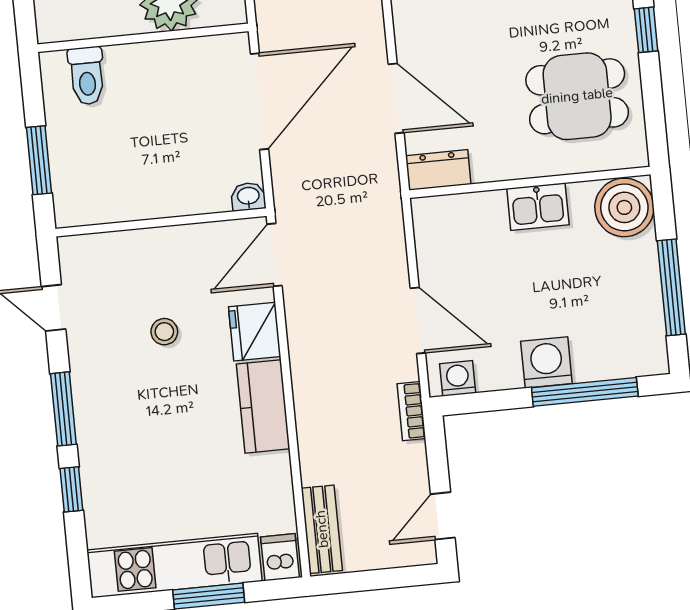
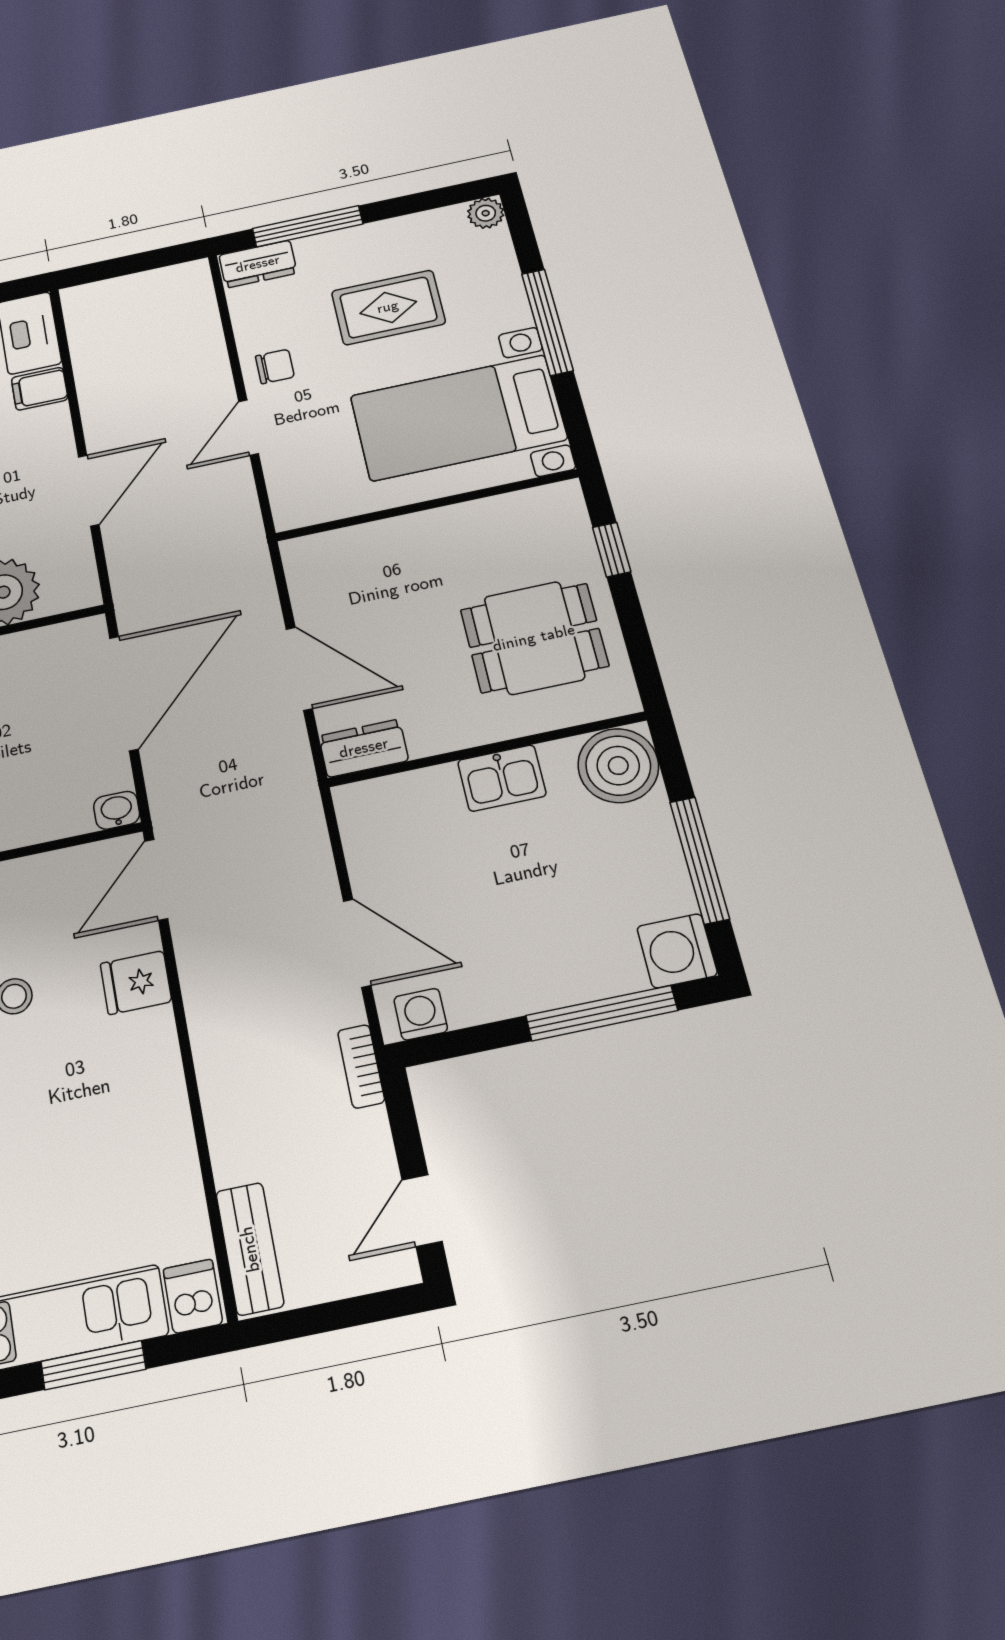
fridge: (255, 332) -> (136, 983), width x0.72
washing machine: (546, 362) -> (677, 951), moved, turned -90
kitchen counter: (263, 406) -> (154, 1082), removed

